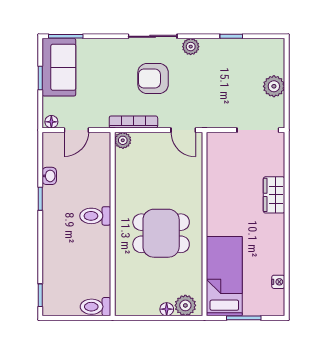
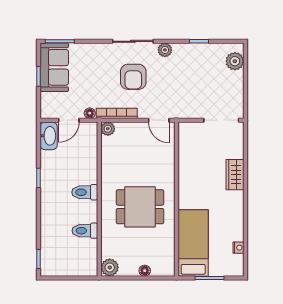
armchair: (153, 79) -> (133, 77), turned -90
plant: (274, 86) -> (235, 61), moved
floor lamp: (51, 122) -> (90, 113), moved
washbasin: (49, 176) -> (49, 136), moved, width x1.91, depth x1.45
plant: (185, 305) -> (110, 267), moved
toilet: (95, 307) -> (85, 231), moved

